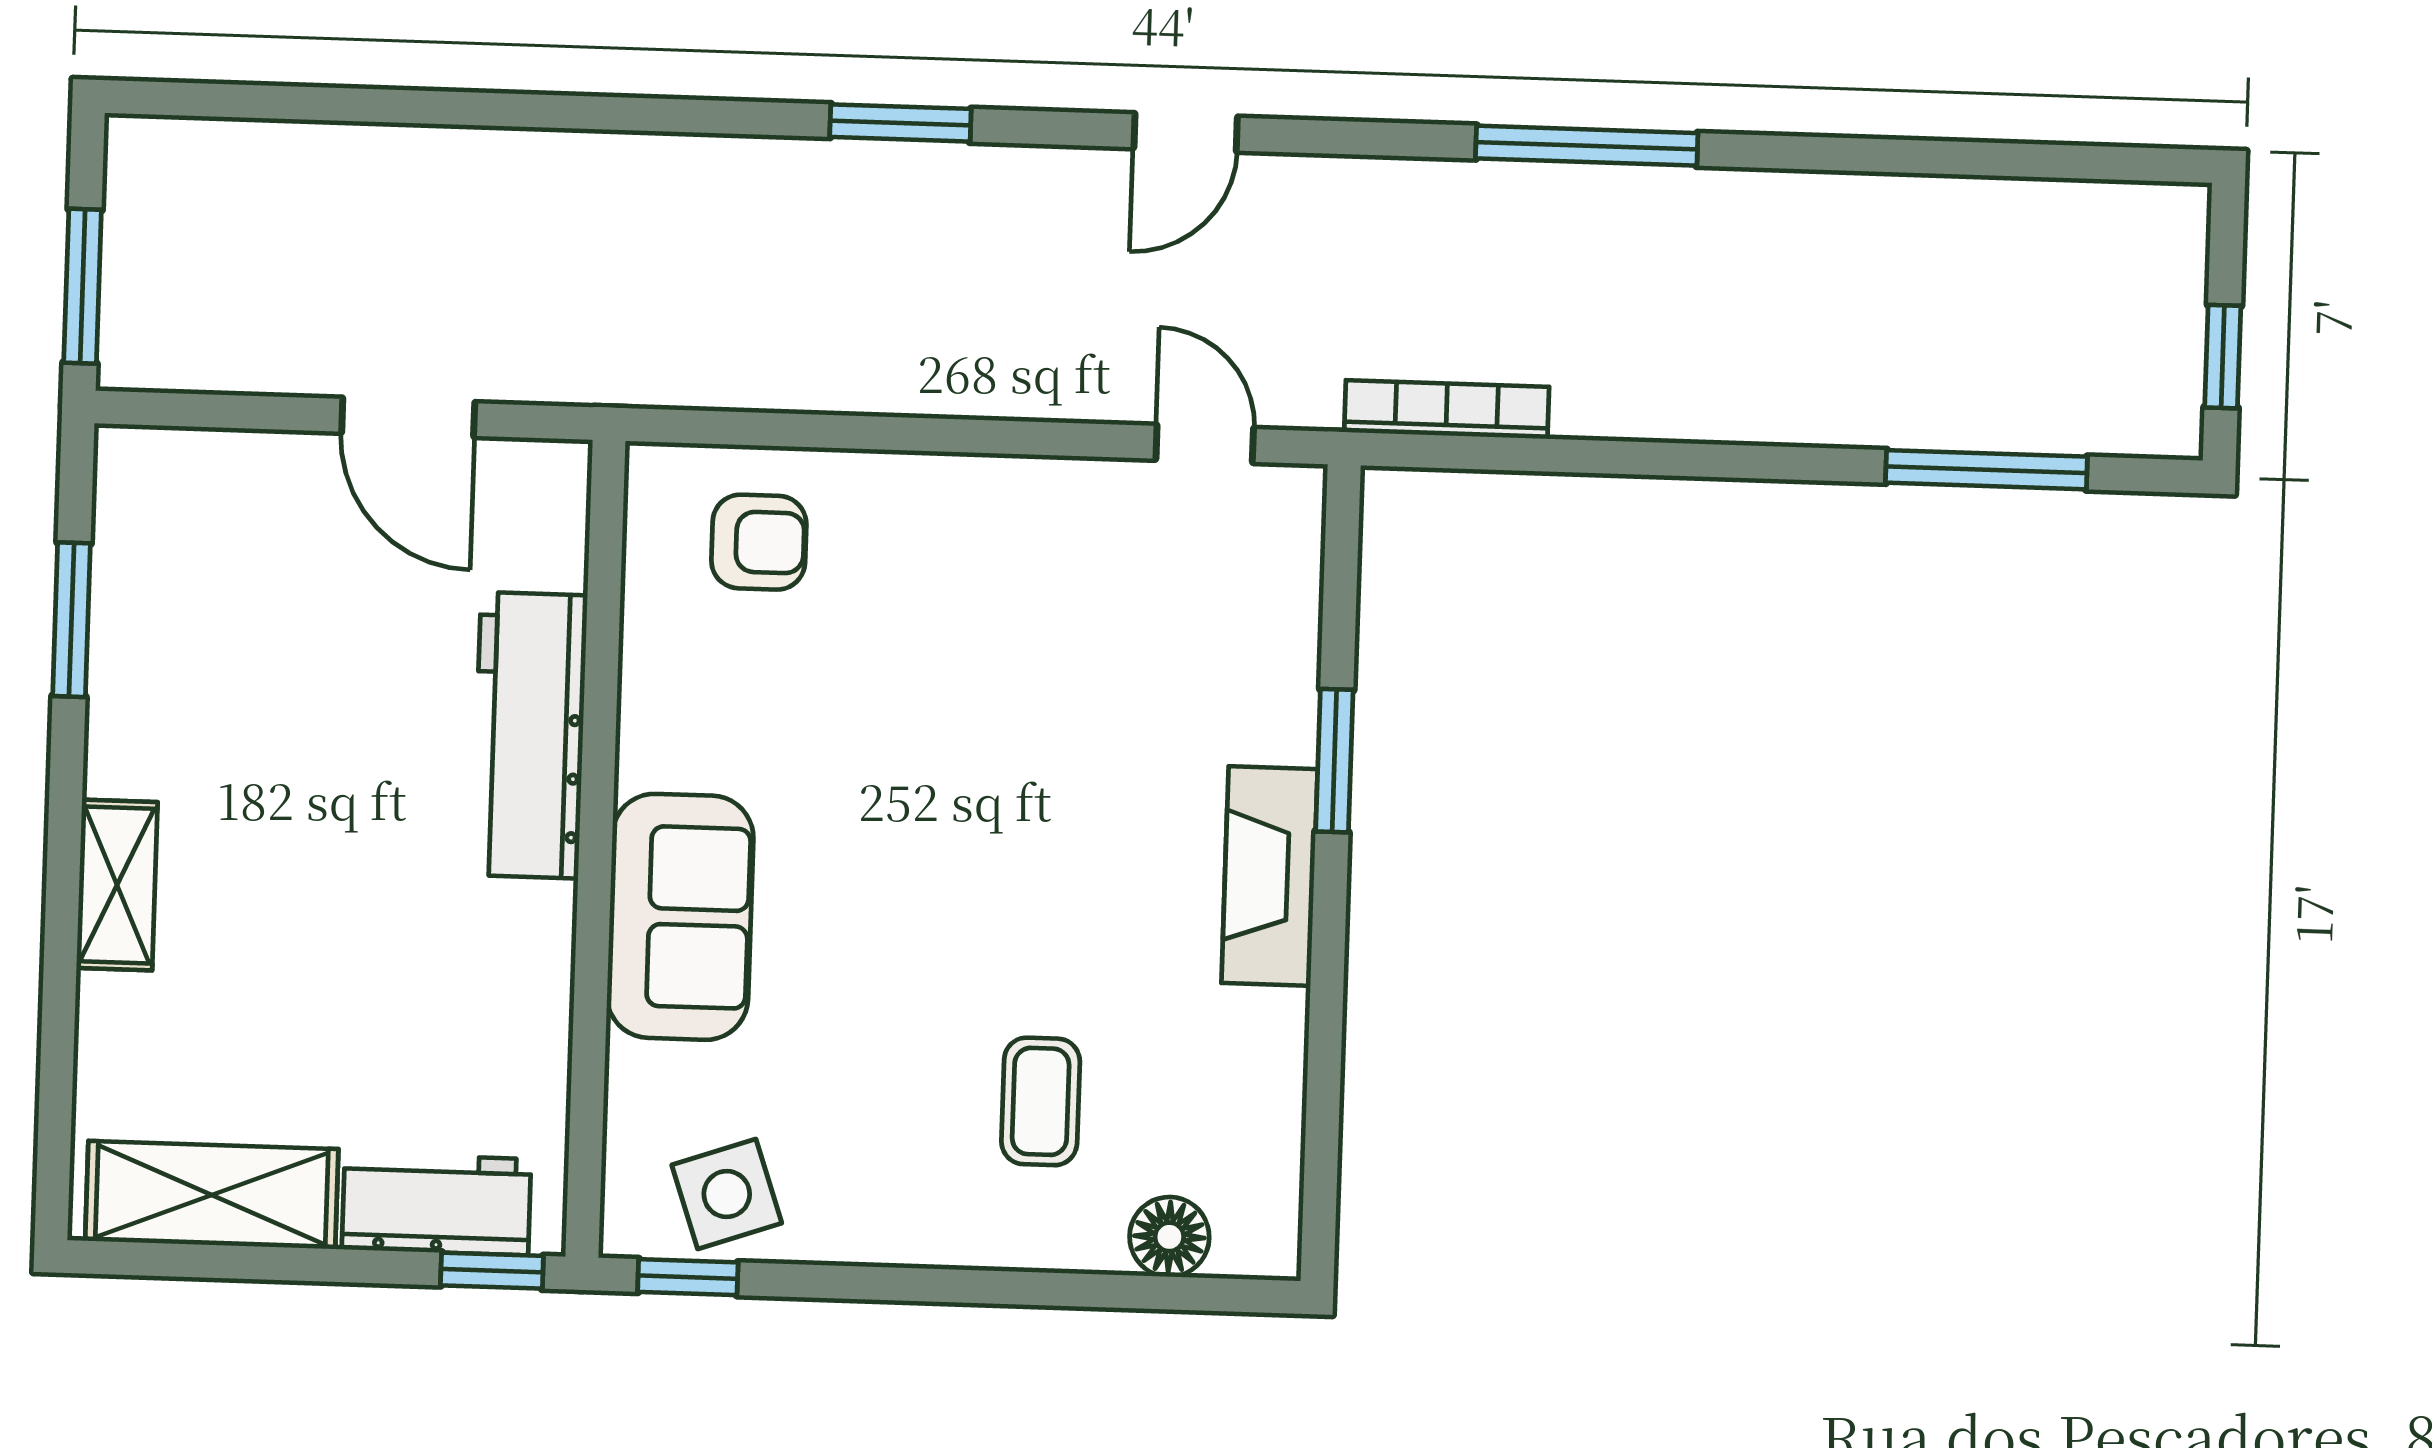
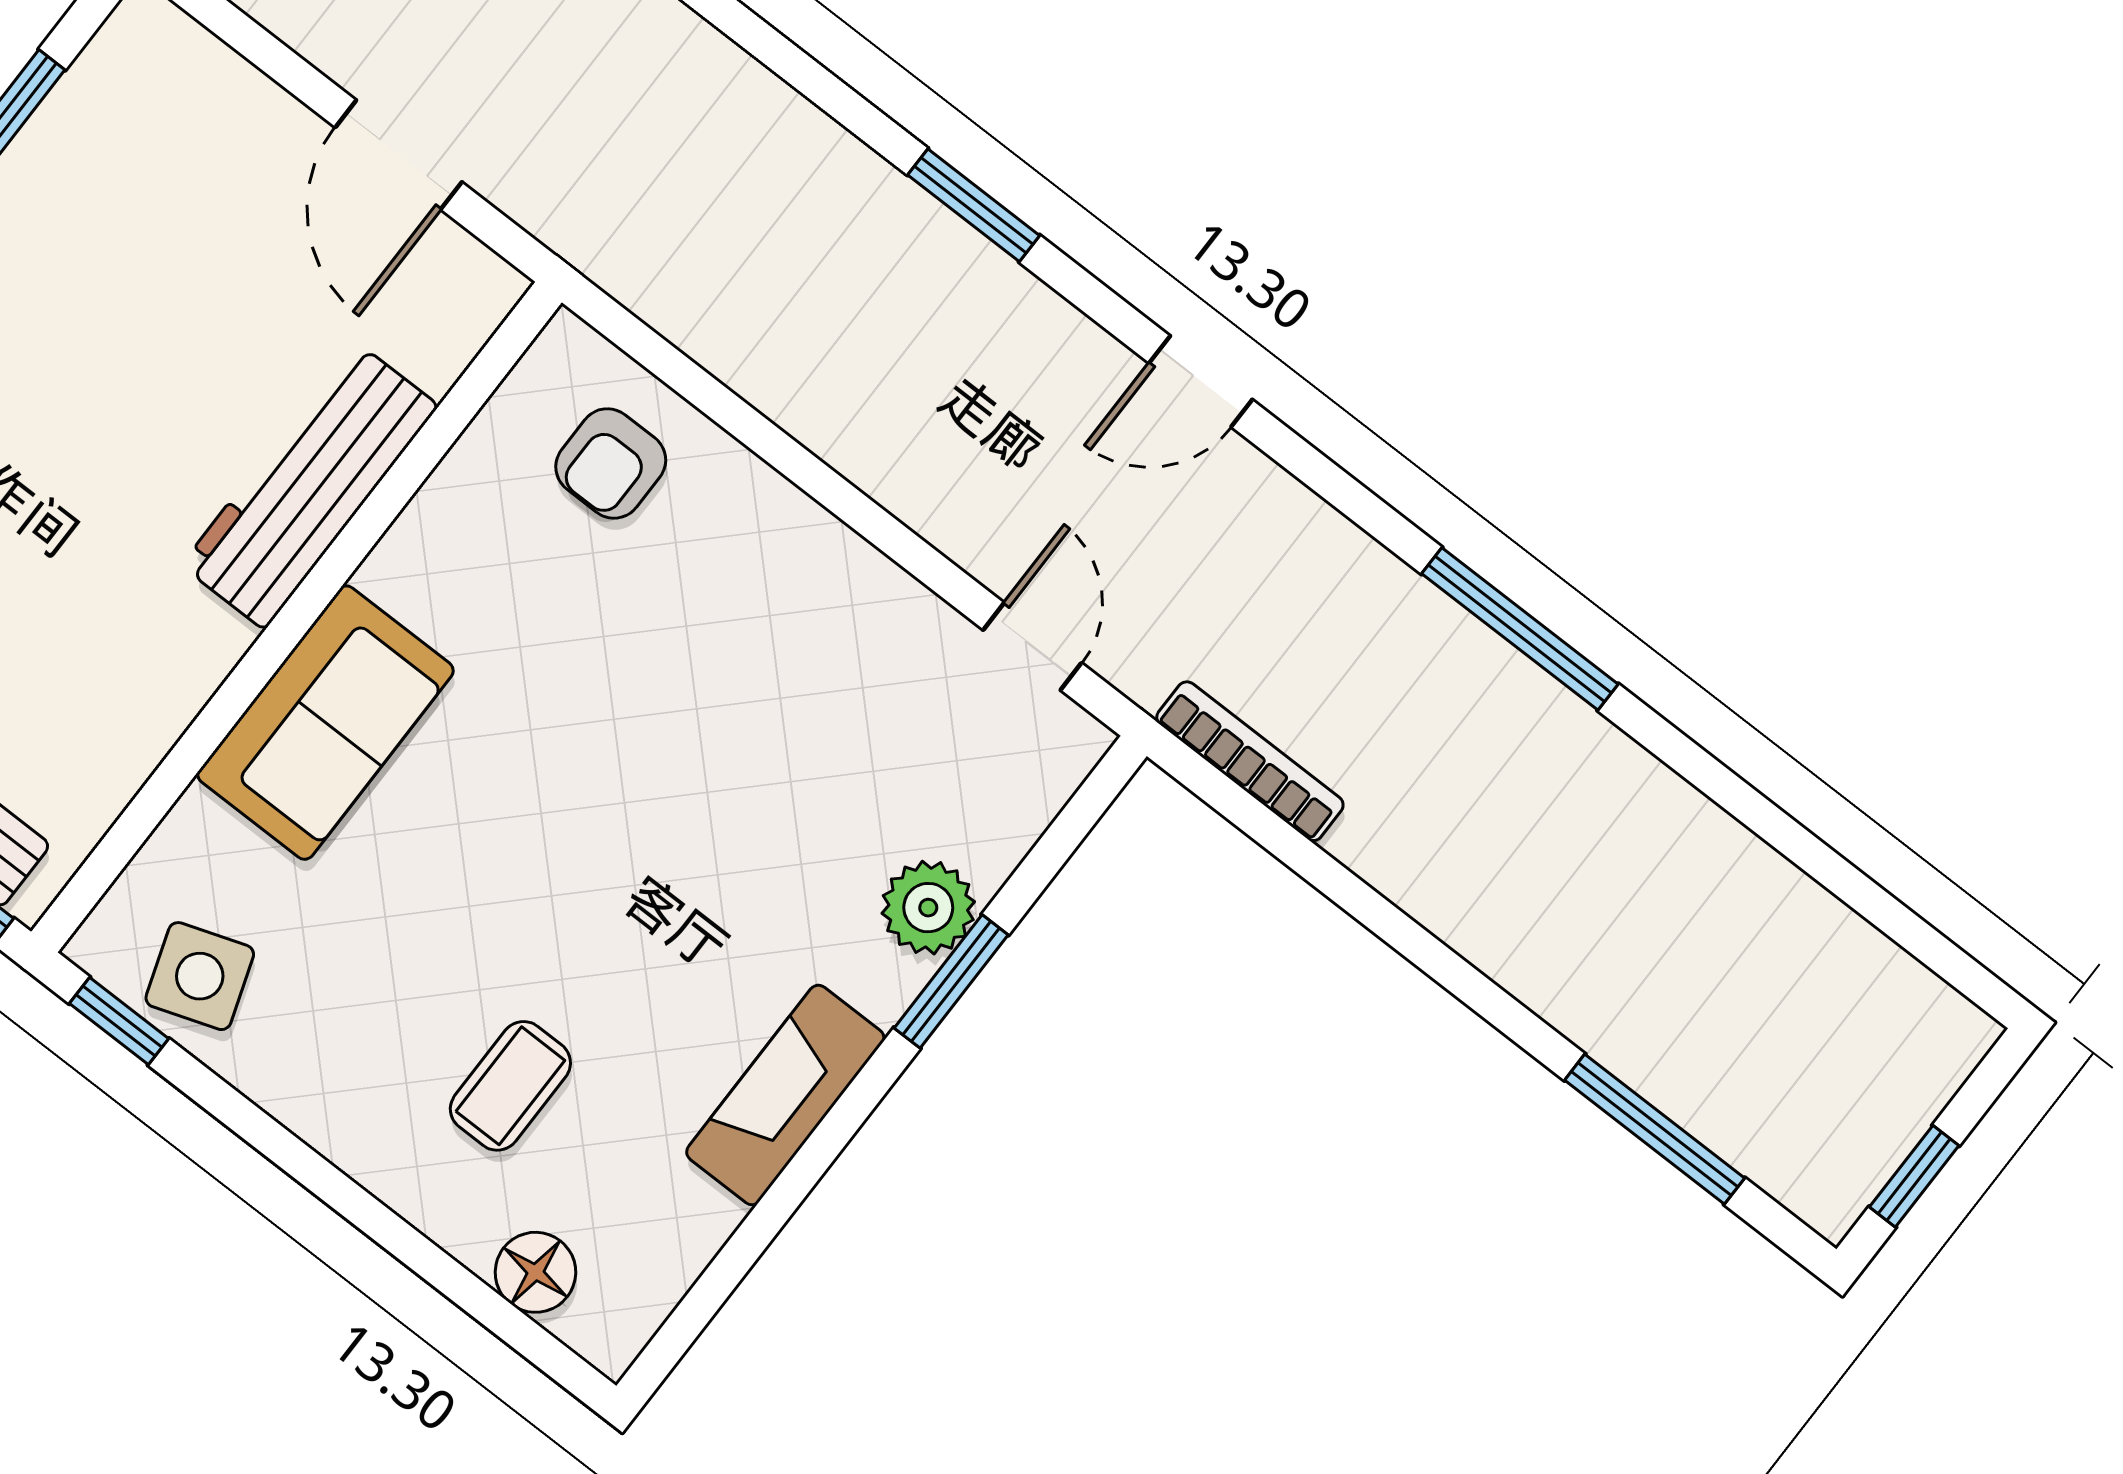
armchair: (759, 542) -> (611, 463), turned 90
plant: (1273, 715) -> (928, 908), added
fireplace: (1270, 876) -> (785, 1095), moved

